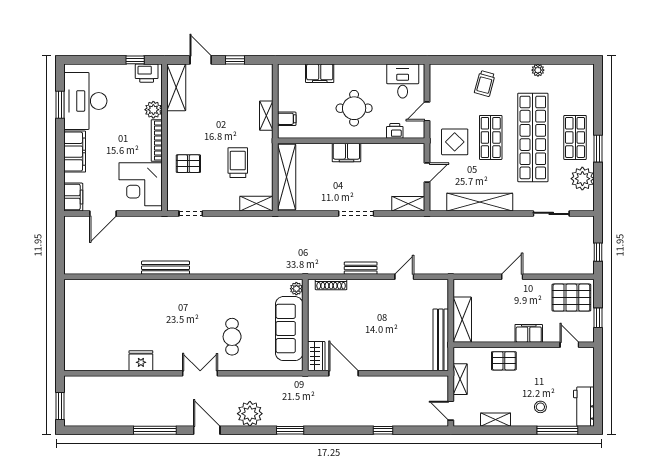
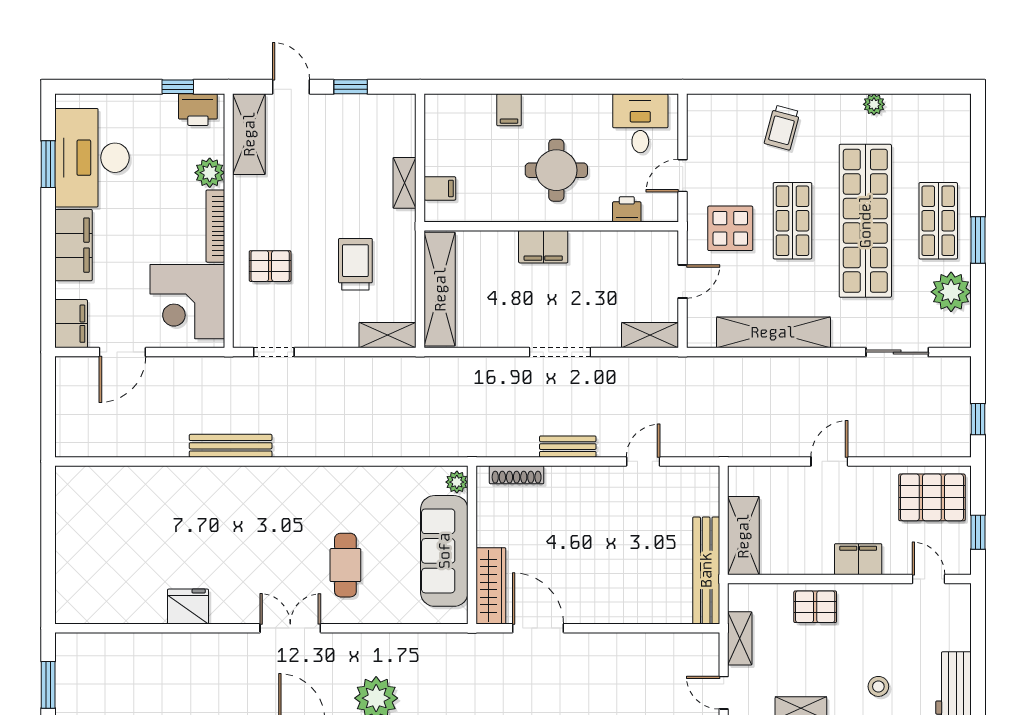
filing cabinet: (320, 73) -> (509, 110), width x0.50
wardrobe: (316, 356) -> (491, 586), width x1.50

